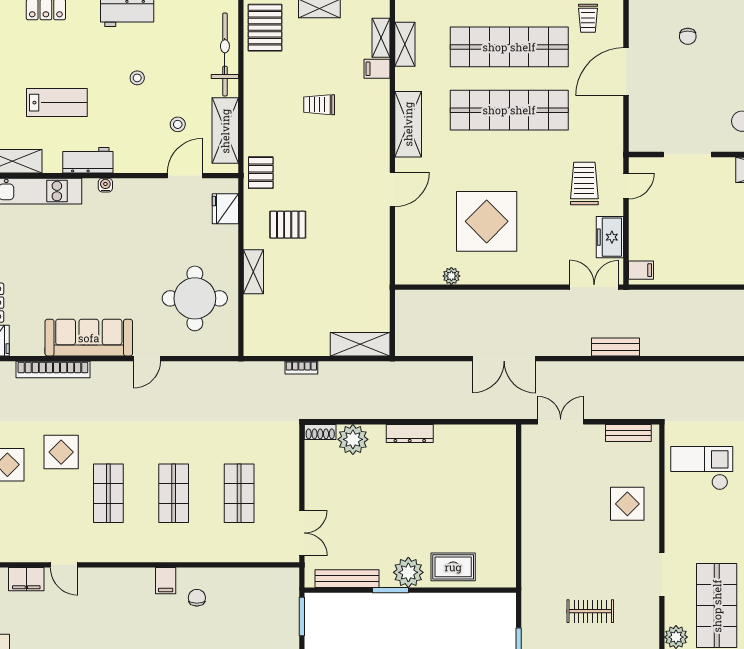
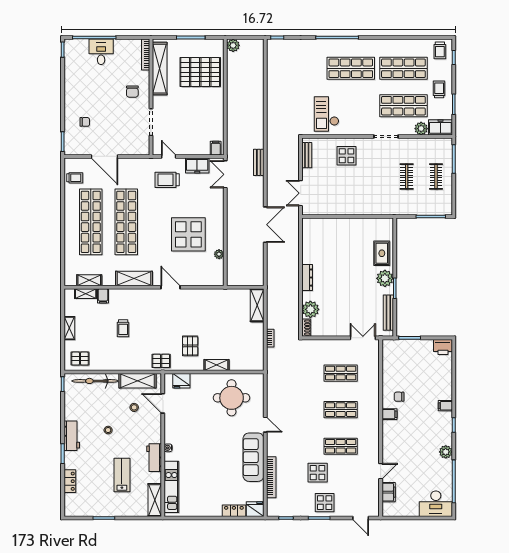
pallet: (265, 28) -> (80, 359), width x0.67, depth x0.71

